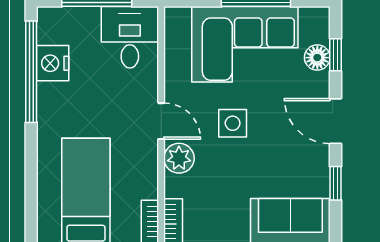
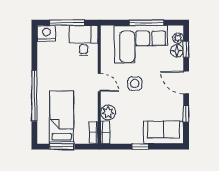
plant: (319, 32) -> (178, 38), added
nightstand: (53, 63) -> (46, 33), moved, turned 90
window: (31, 72) -> (34, 96), moved
plant: (179, 158) -> (108, 112), moved

